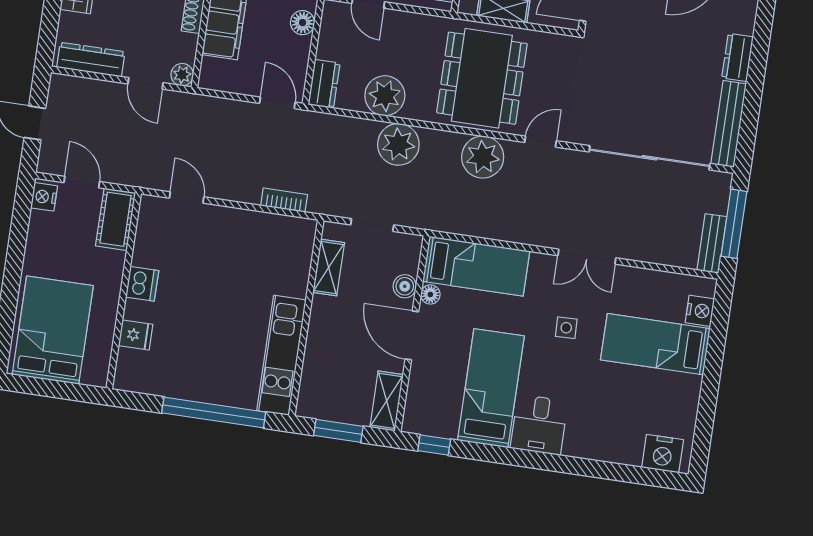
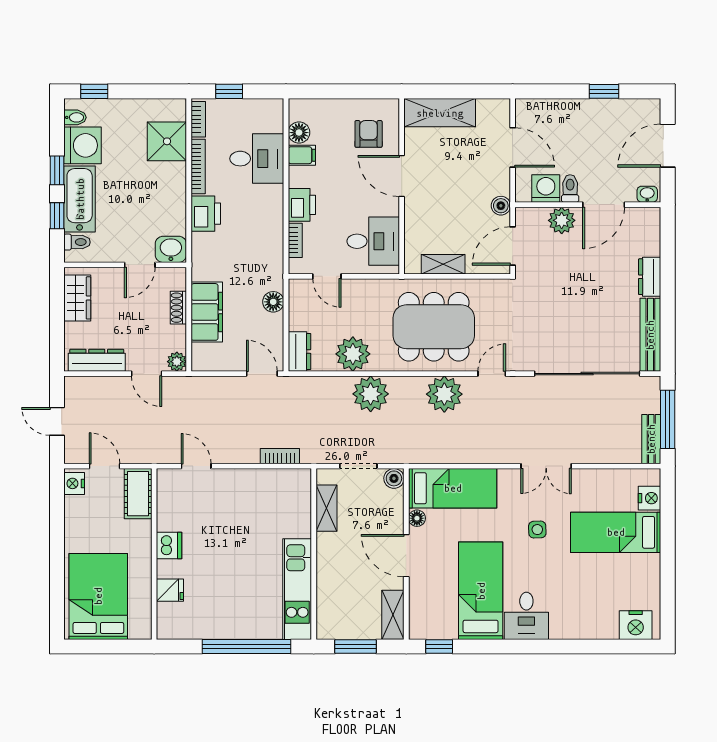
dining table: (482, 78) -> (434, 327), turned 90
boiler: (405, 286) -> (394, 478), moved

